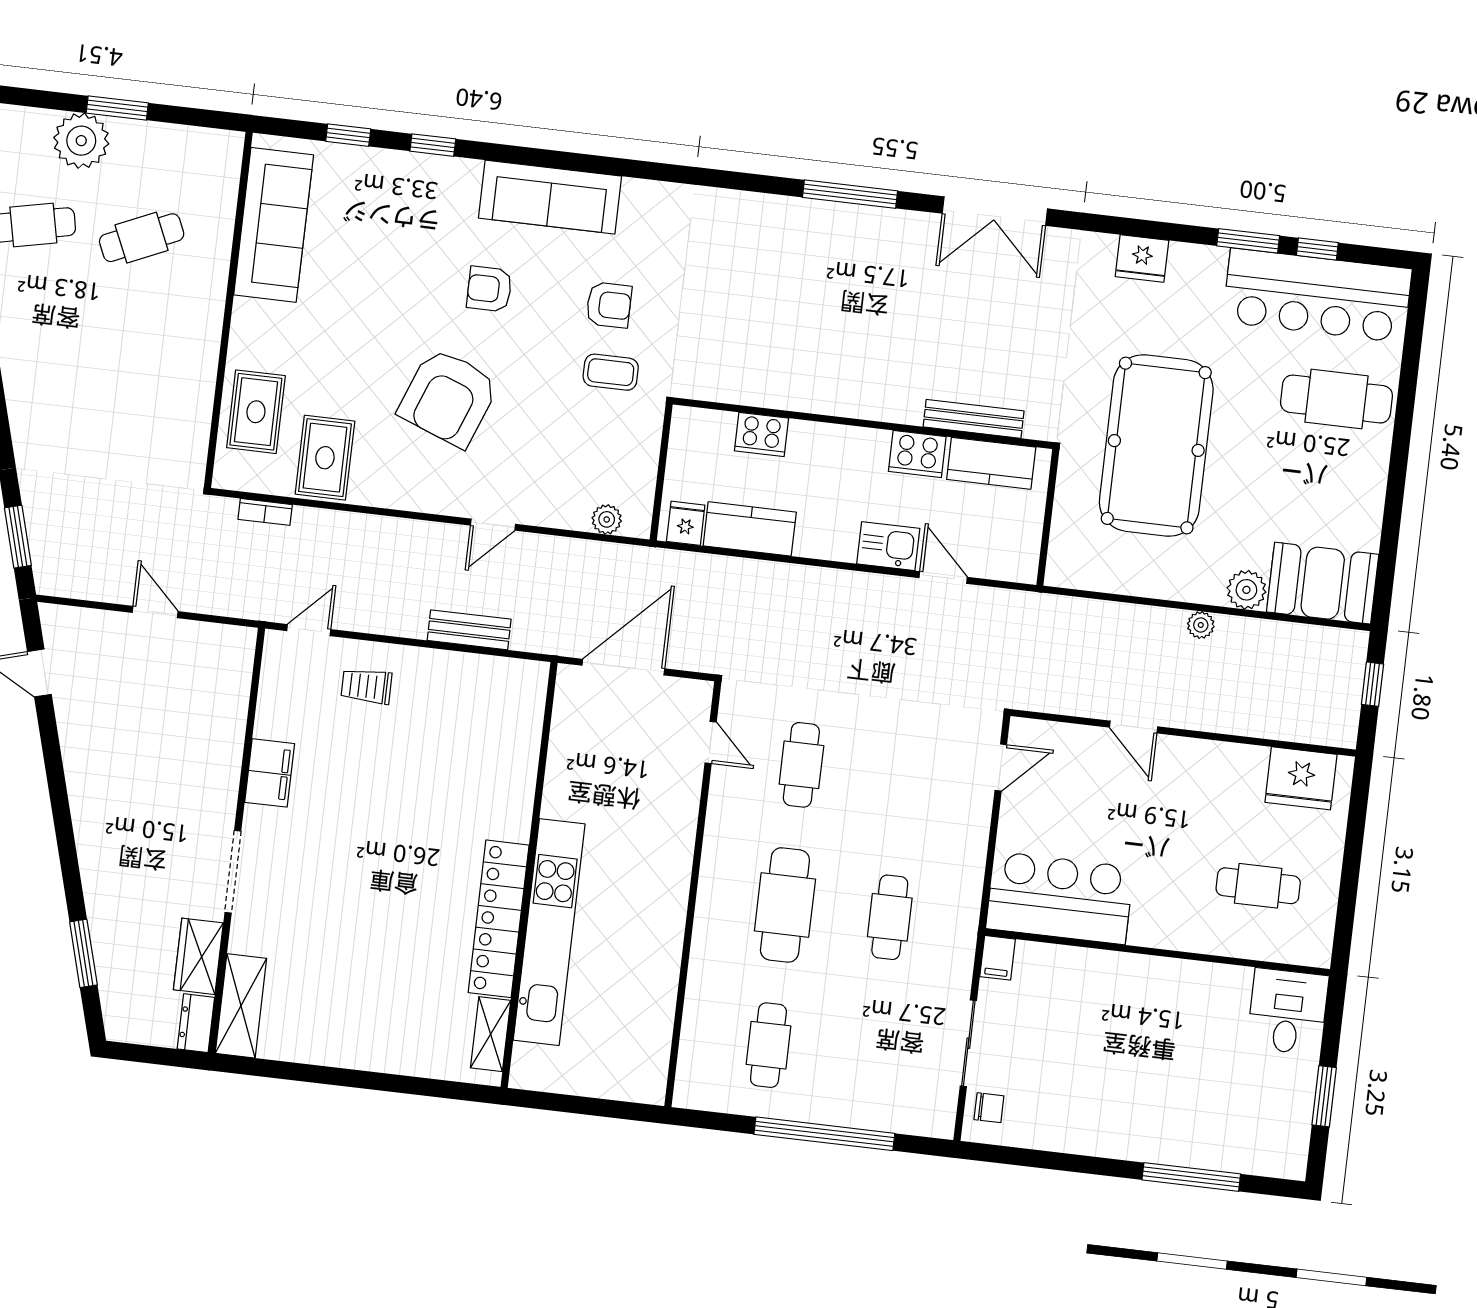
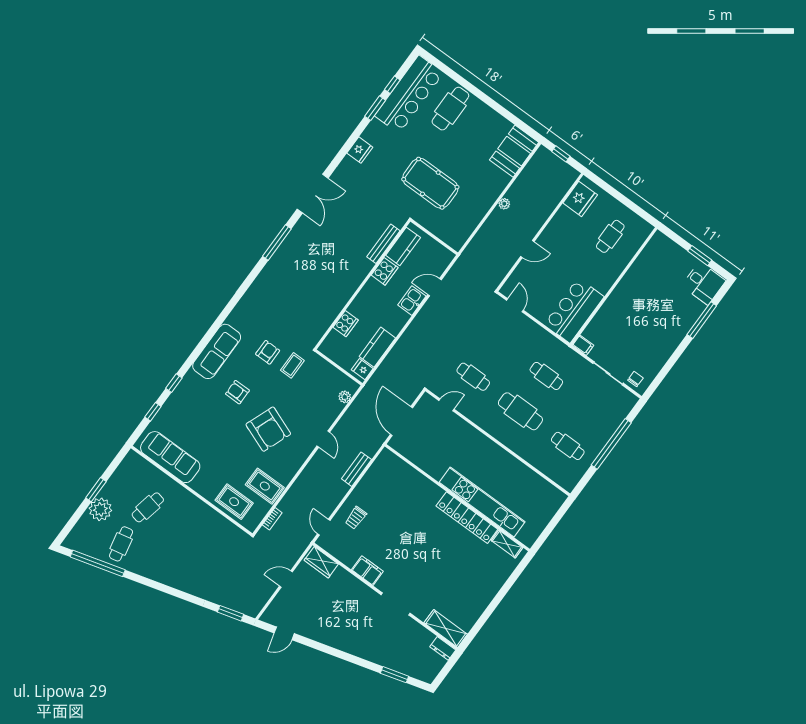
cafe table: (142, 238) -> (148, 507), turned 36
armchair: (489, 289) -> (237, 392), turned 90
pool table: (1156, 446) -> (430, 183), width x0.73, depth x0.76
plant: (1246, 590) -> (501, 180), removed
wardrobe: (198, 956) -> (321, 562), moved
desk: (1288, 1012) -> (704, 283), moved, turned 180

